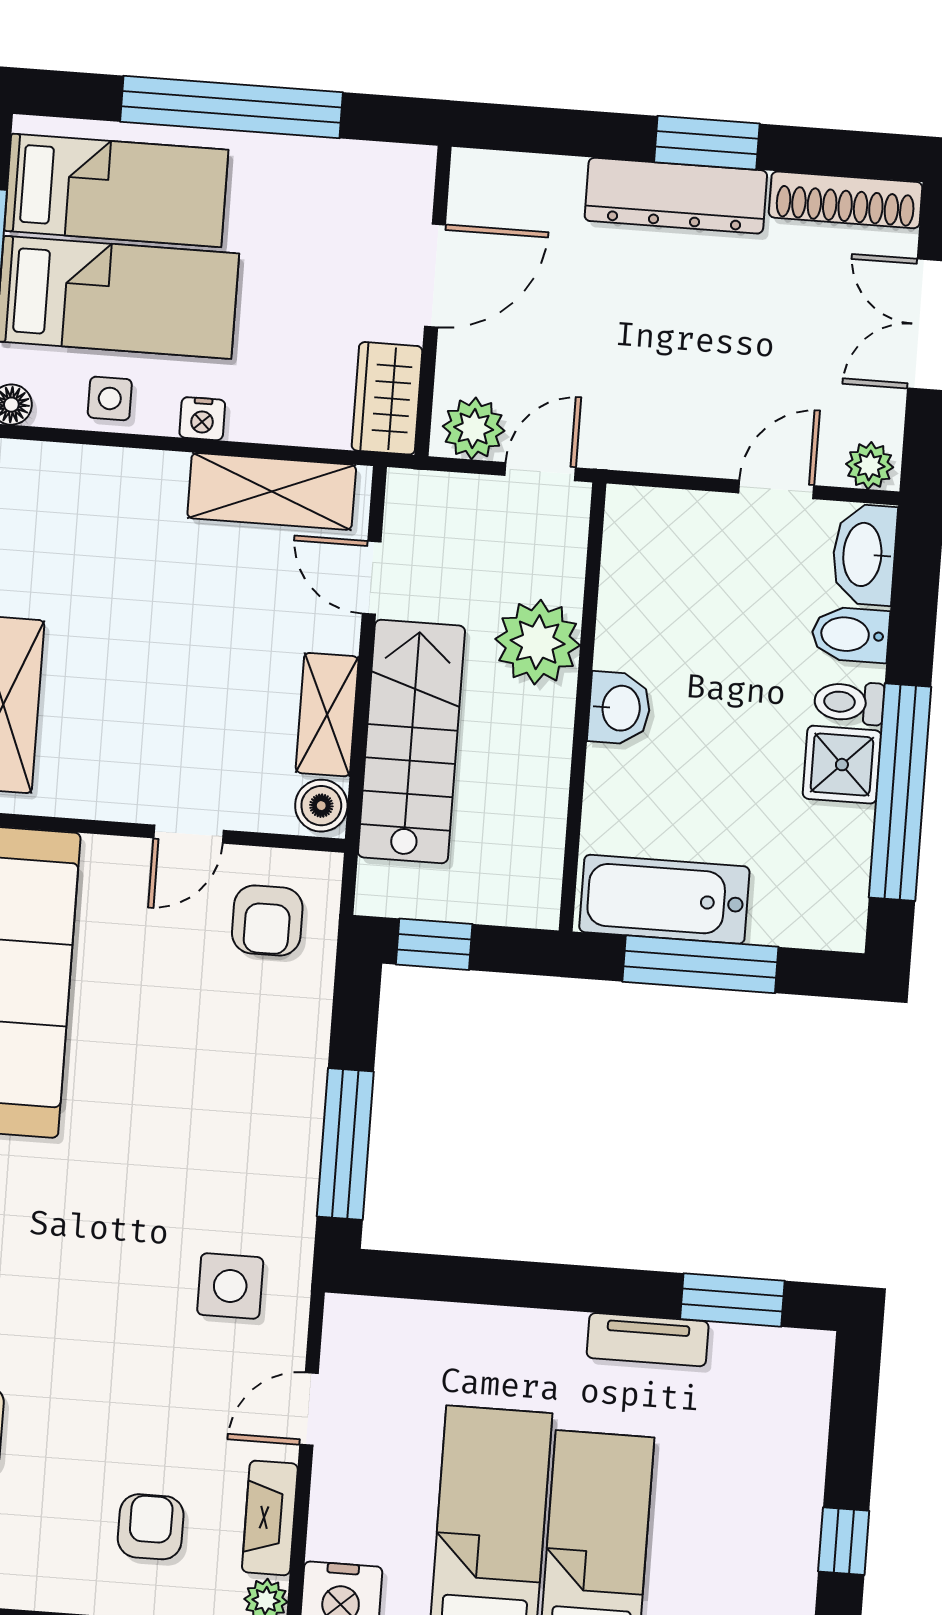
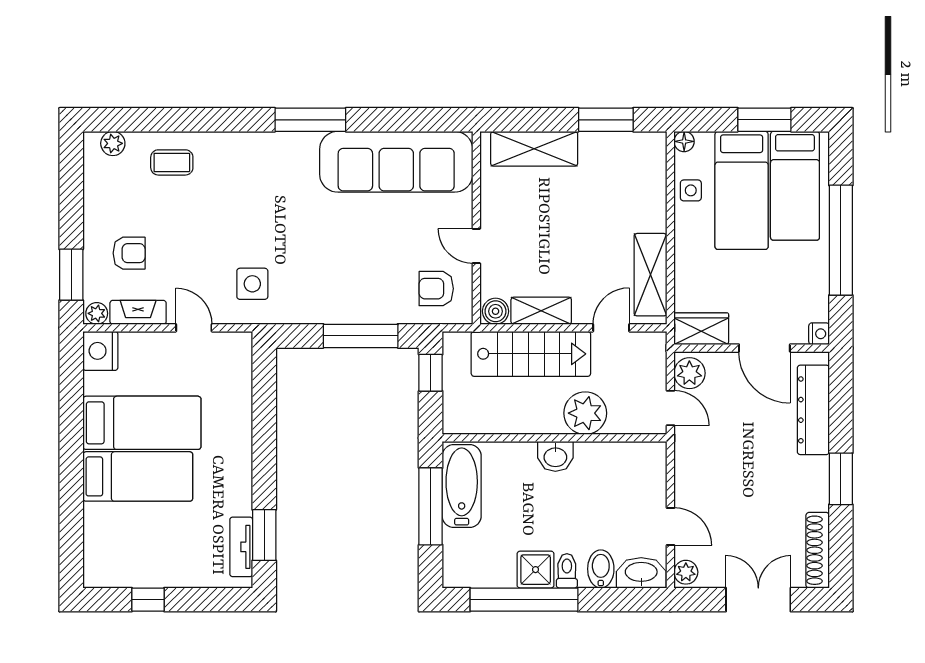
dresser: (676, 196) -> (813, 410), moved
nightstand: (202, 419) -> (819, 334), moved, turned 180
window: (345, 1144) -> (361, 336), moved
tv unit: (648, 1340) -> (241, 547), moved

